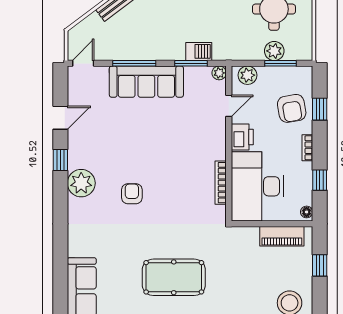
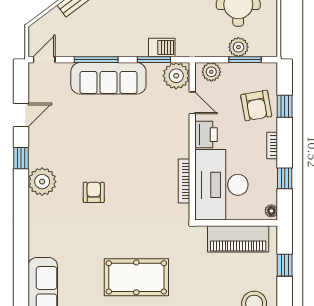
plant: (219, 73) -> (176, 76), width x1.88, depth x1.88
door: (229, 106) -> (192, 103), hinge flipped
piano: (282, 236) -> (238, 239), width x1.37, depth x1.33

